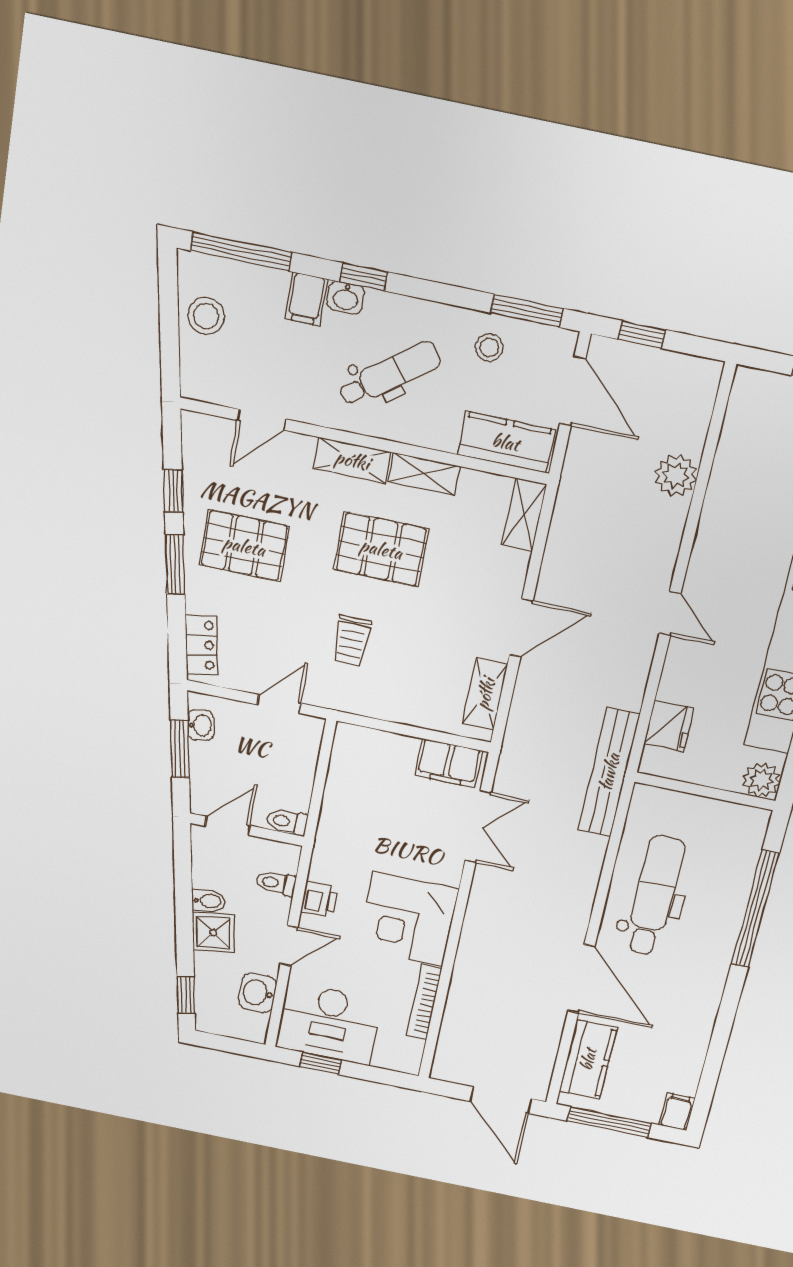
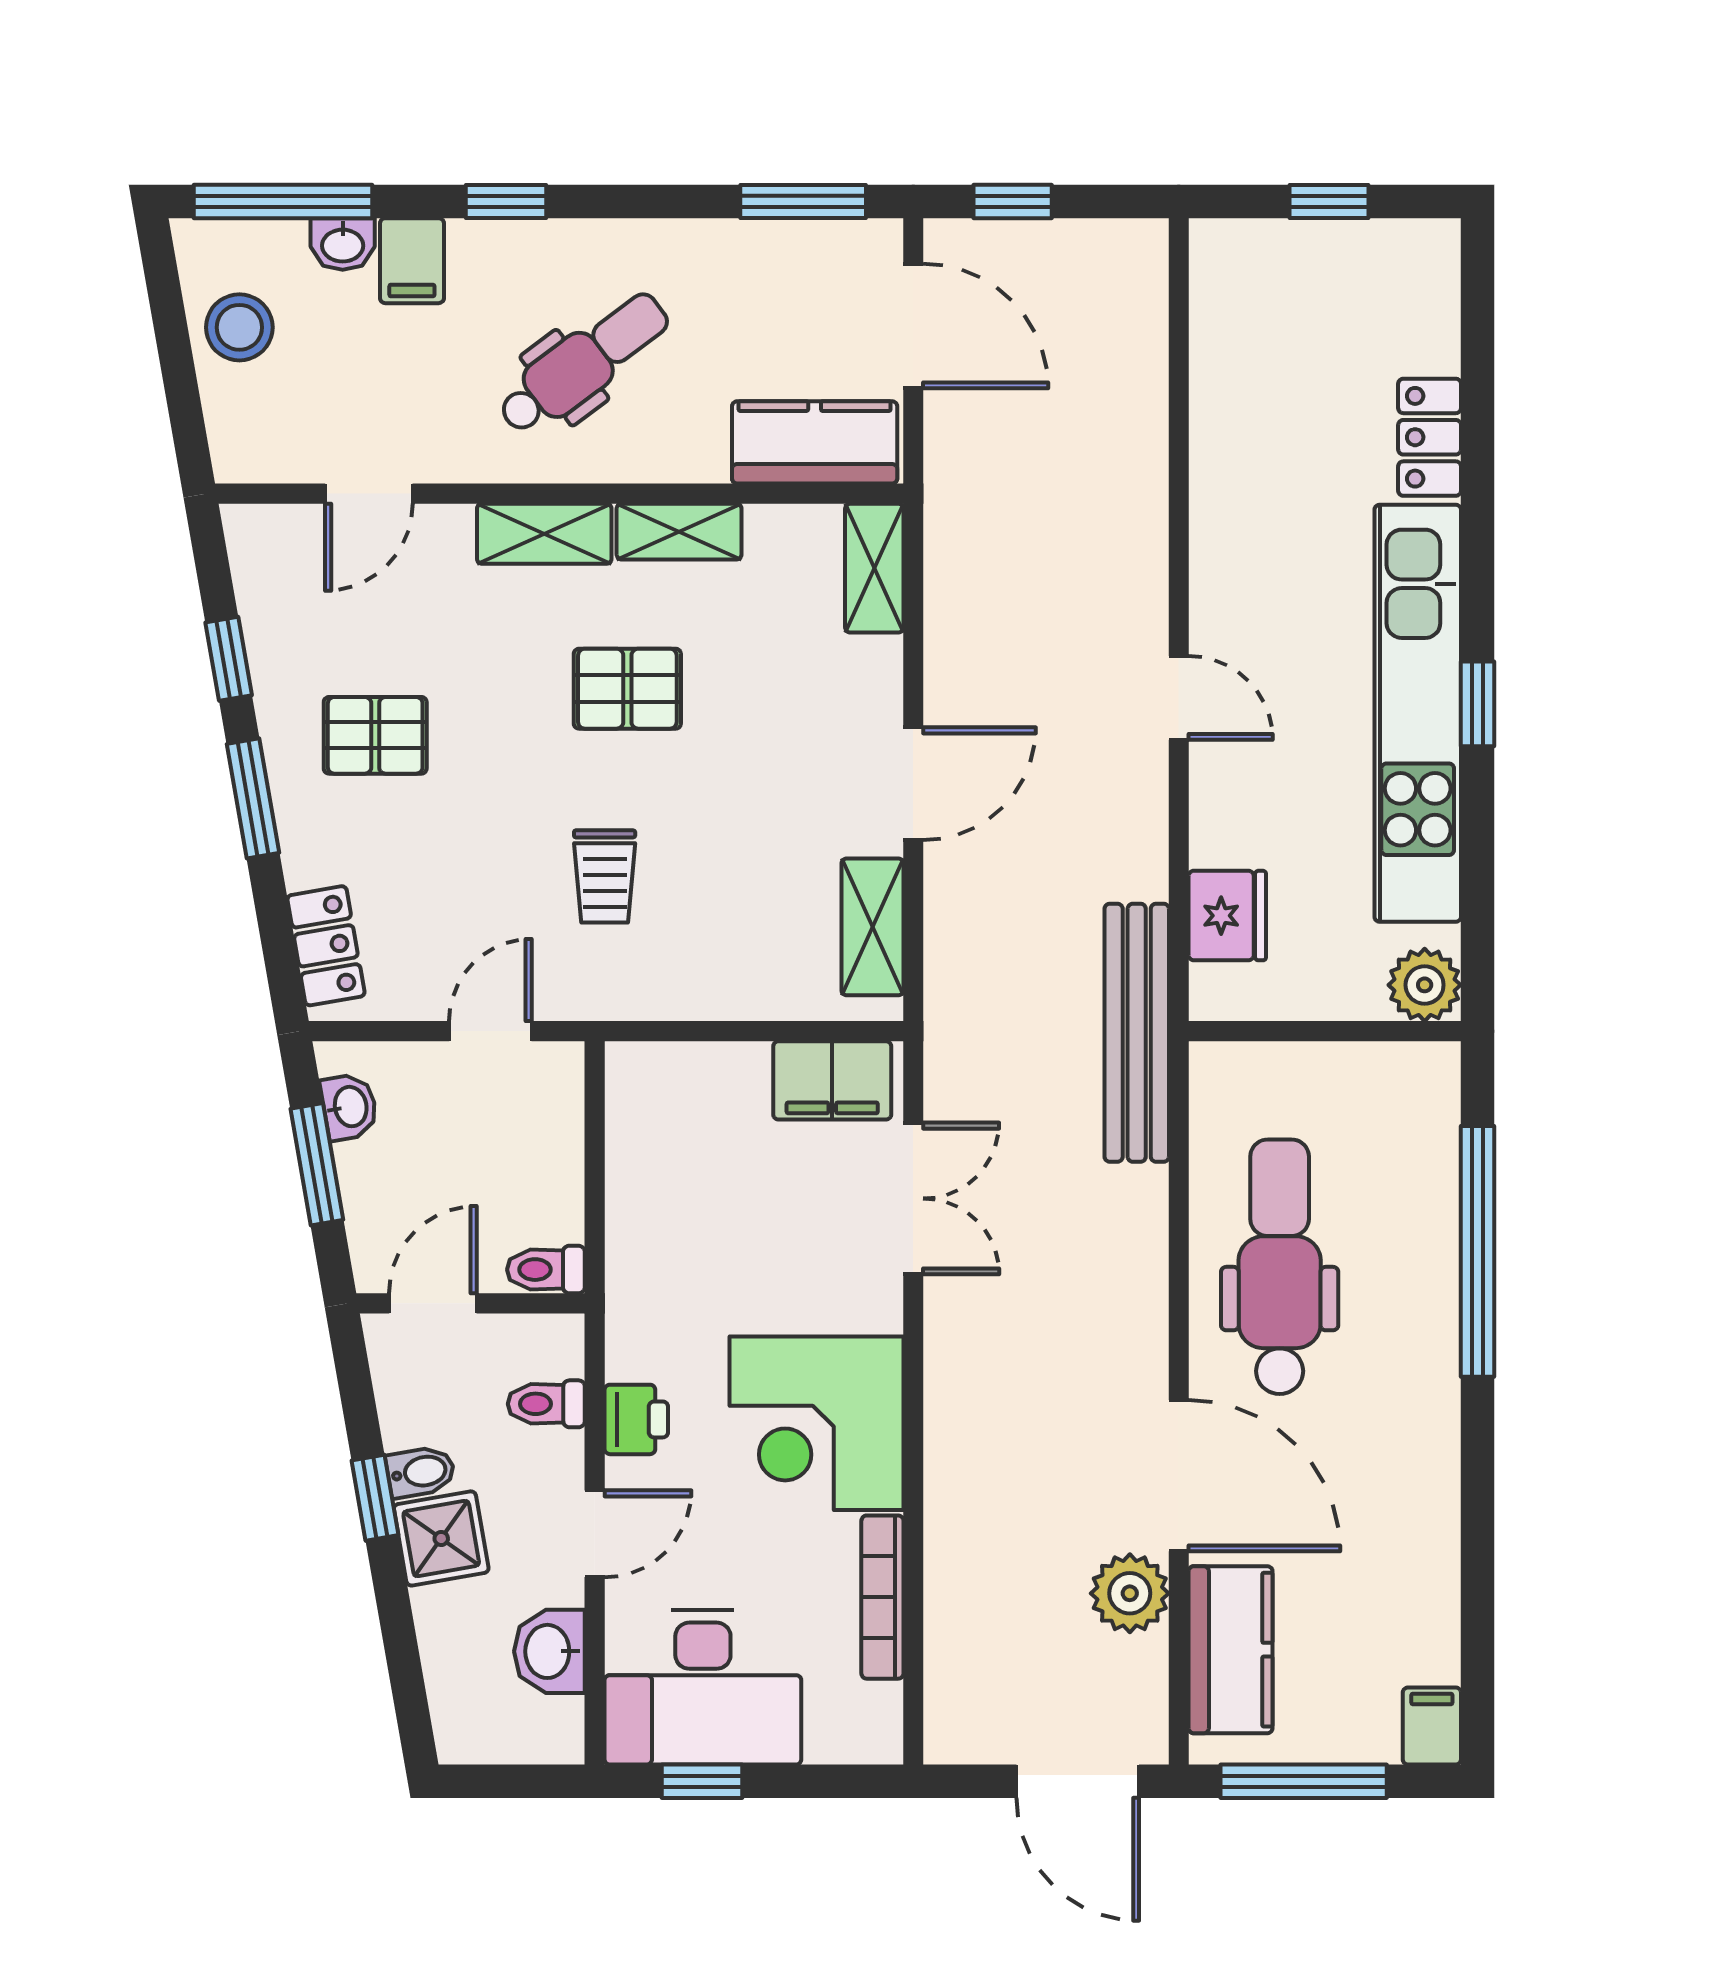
washbasin: (346, 298) -> (343, 244), moved
stool: (489, 347) -> (750, 279), removed
plant: (676, 475) -> (1130, 1593), moved
pallet: (244, 546) -> (375, 735), width x0.67, depth x0.71
pallet: (381, 549) -> (627, 689), width x0.67, depth x0.71
window: (186, 995) -> (375, 1498), moved

